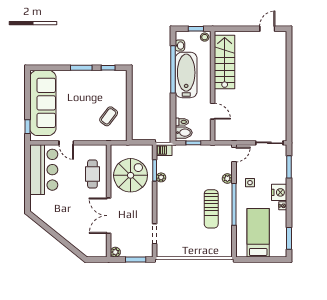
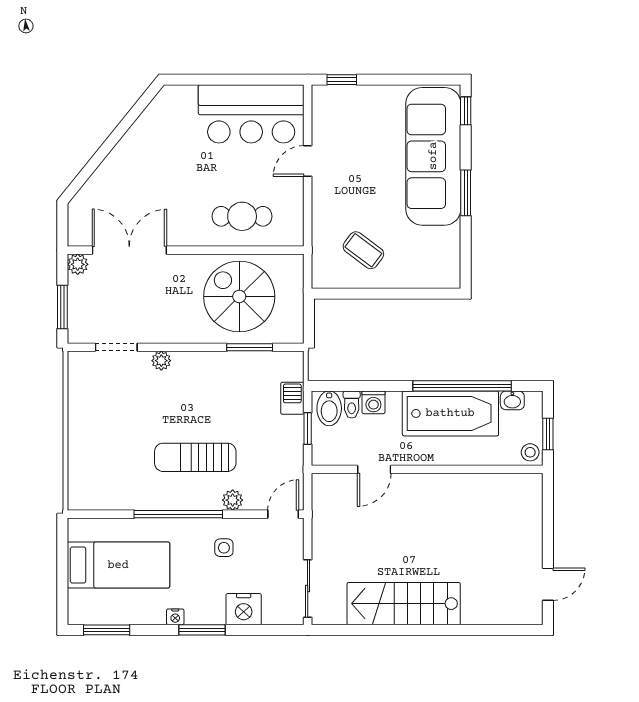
door: (267, 29) -> (548, 584), hinge flipped
stairs: (225, 62) -> (404, 604), moved, turned 180
window: (108, 68) -> (466, 111), moved
sofa: (43, 103) -> (433, 156), moved, turned 90
washing machine: (181, 112) -> (373, 402), added
barbecue: (164, 150) -> (292, 398), moved
door: (234, 154) -> (283, 514), swing flipped
window: (289, 167) -> (202, 630), moved
spiral stairs: (131, 175) -> (239, 296), turned 180
plant: (161, 177) -> (161, 361), moved
nightstand: (279, 192) -> (244, 609), moved
sun lounger: (211, 209) -> (195, 457), moved
double door: (109, 216) -> (129, 250), moved

